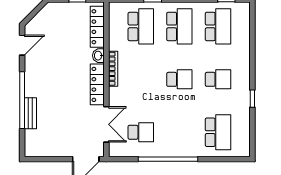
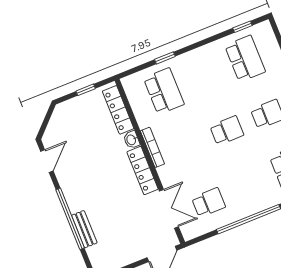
school desk: (179, 26) -> (204, 75), removed

